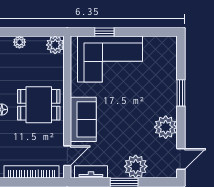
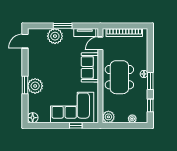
floor lamp: (169, 44) -> (33, 118), added
dining table: (39, 105) -> (119, 77), width x1.38
plant: (166, 127) -> (35, 86), moved

